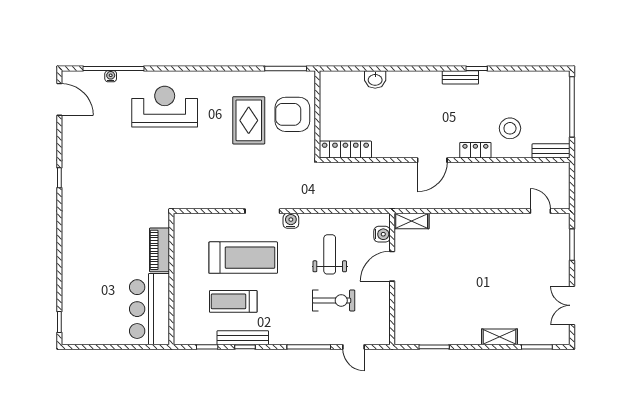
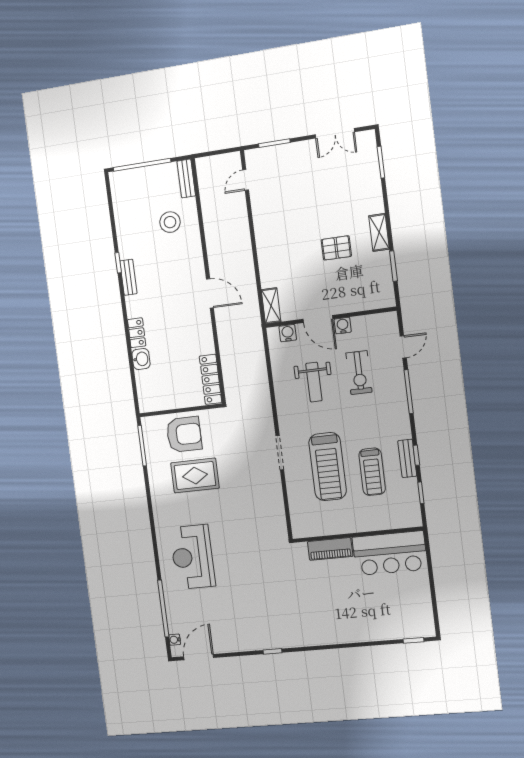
water cooler: (111, 76) -> (175, 640), moved
armchair: (292, 114) -> (184, 434), turned -90
locker: (475, 150) -> (137, 333), moved, turned 180
water cooler: (291, 221) -> (343, 326), moved, turned 90
weight bench: (330, 254) -> (314, 382), turned -90
treadmill: (243, 258) -> (328, 467), turned 180
pallet: (460, 293) -> (336, 248), added
exercise bike: (334, 300) -> (359, 373), turned 180
shelving: (500, 337) -> (379, 232), moved
bench: (243, 338) -> (407, 458), width x0.73

